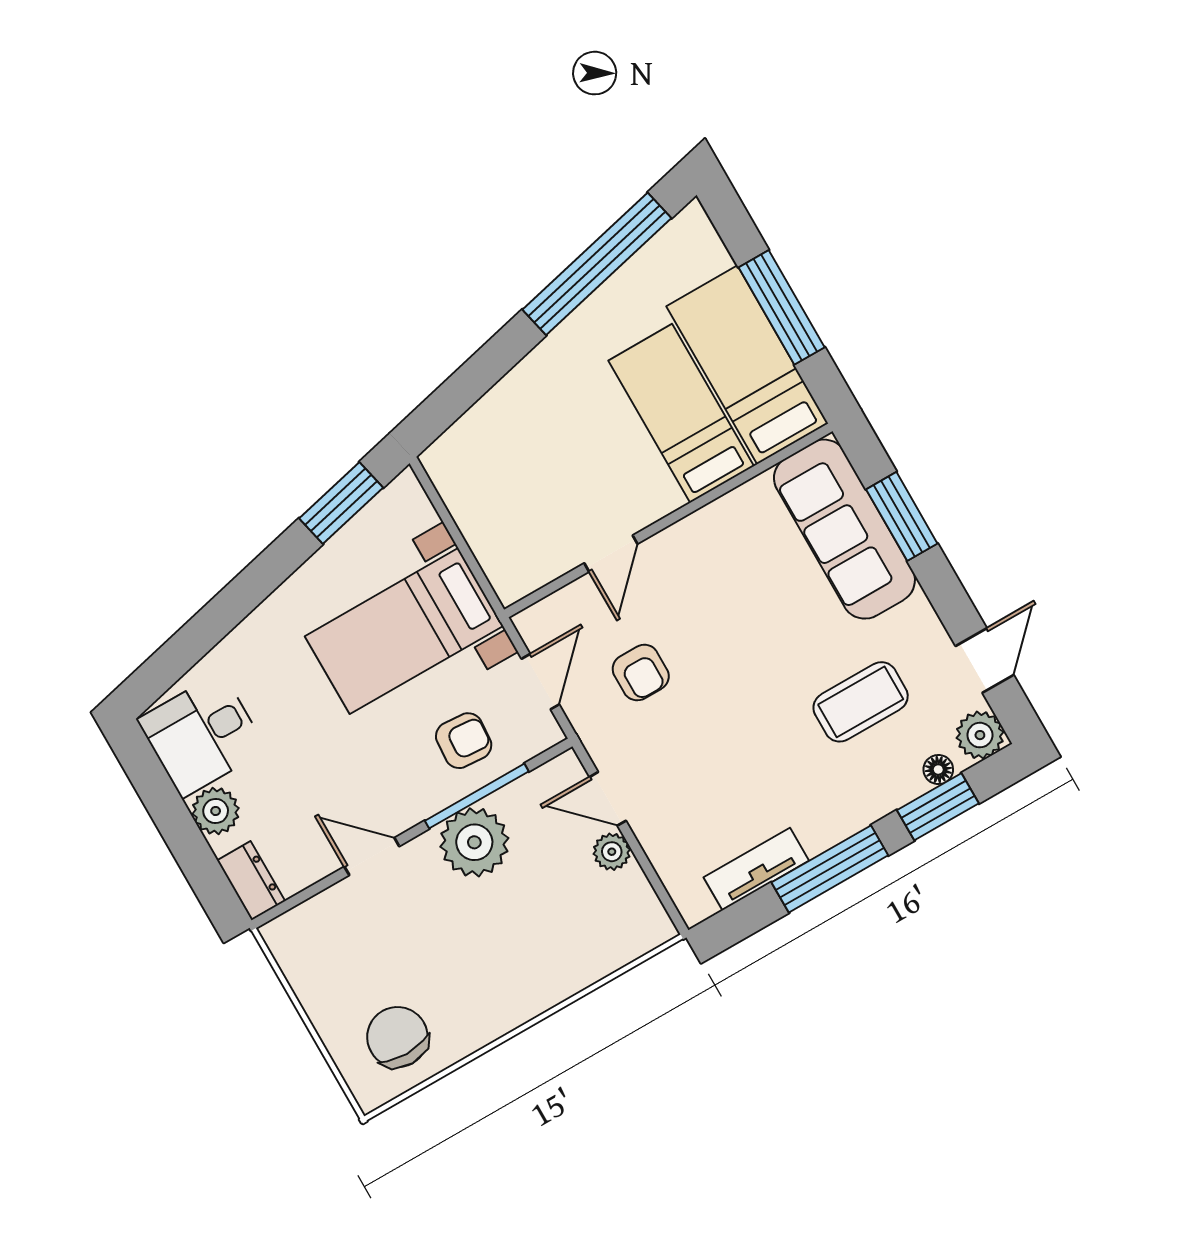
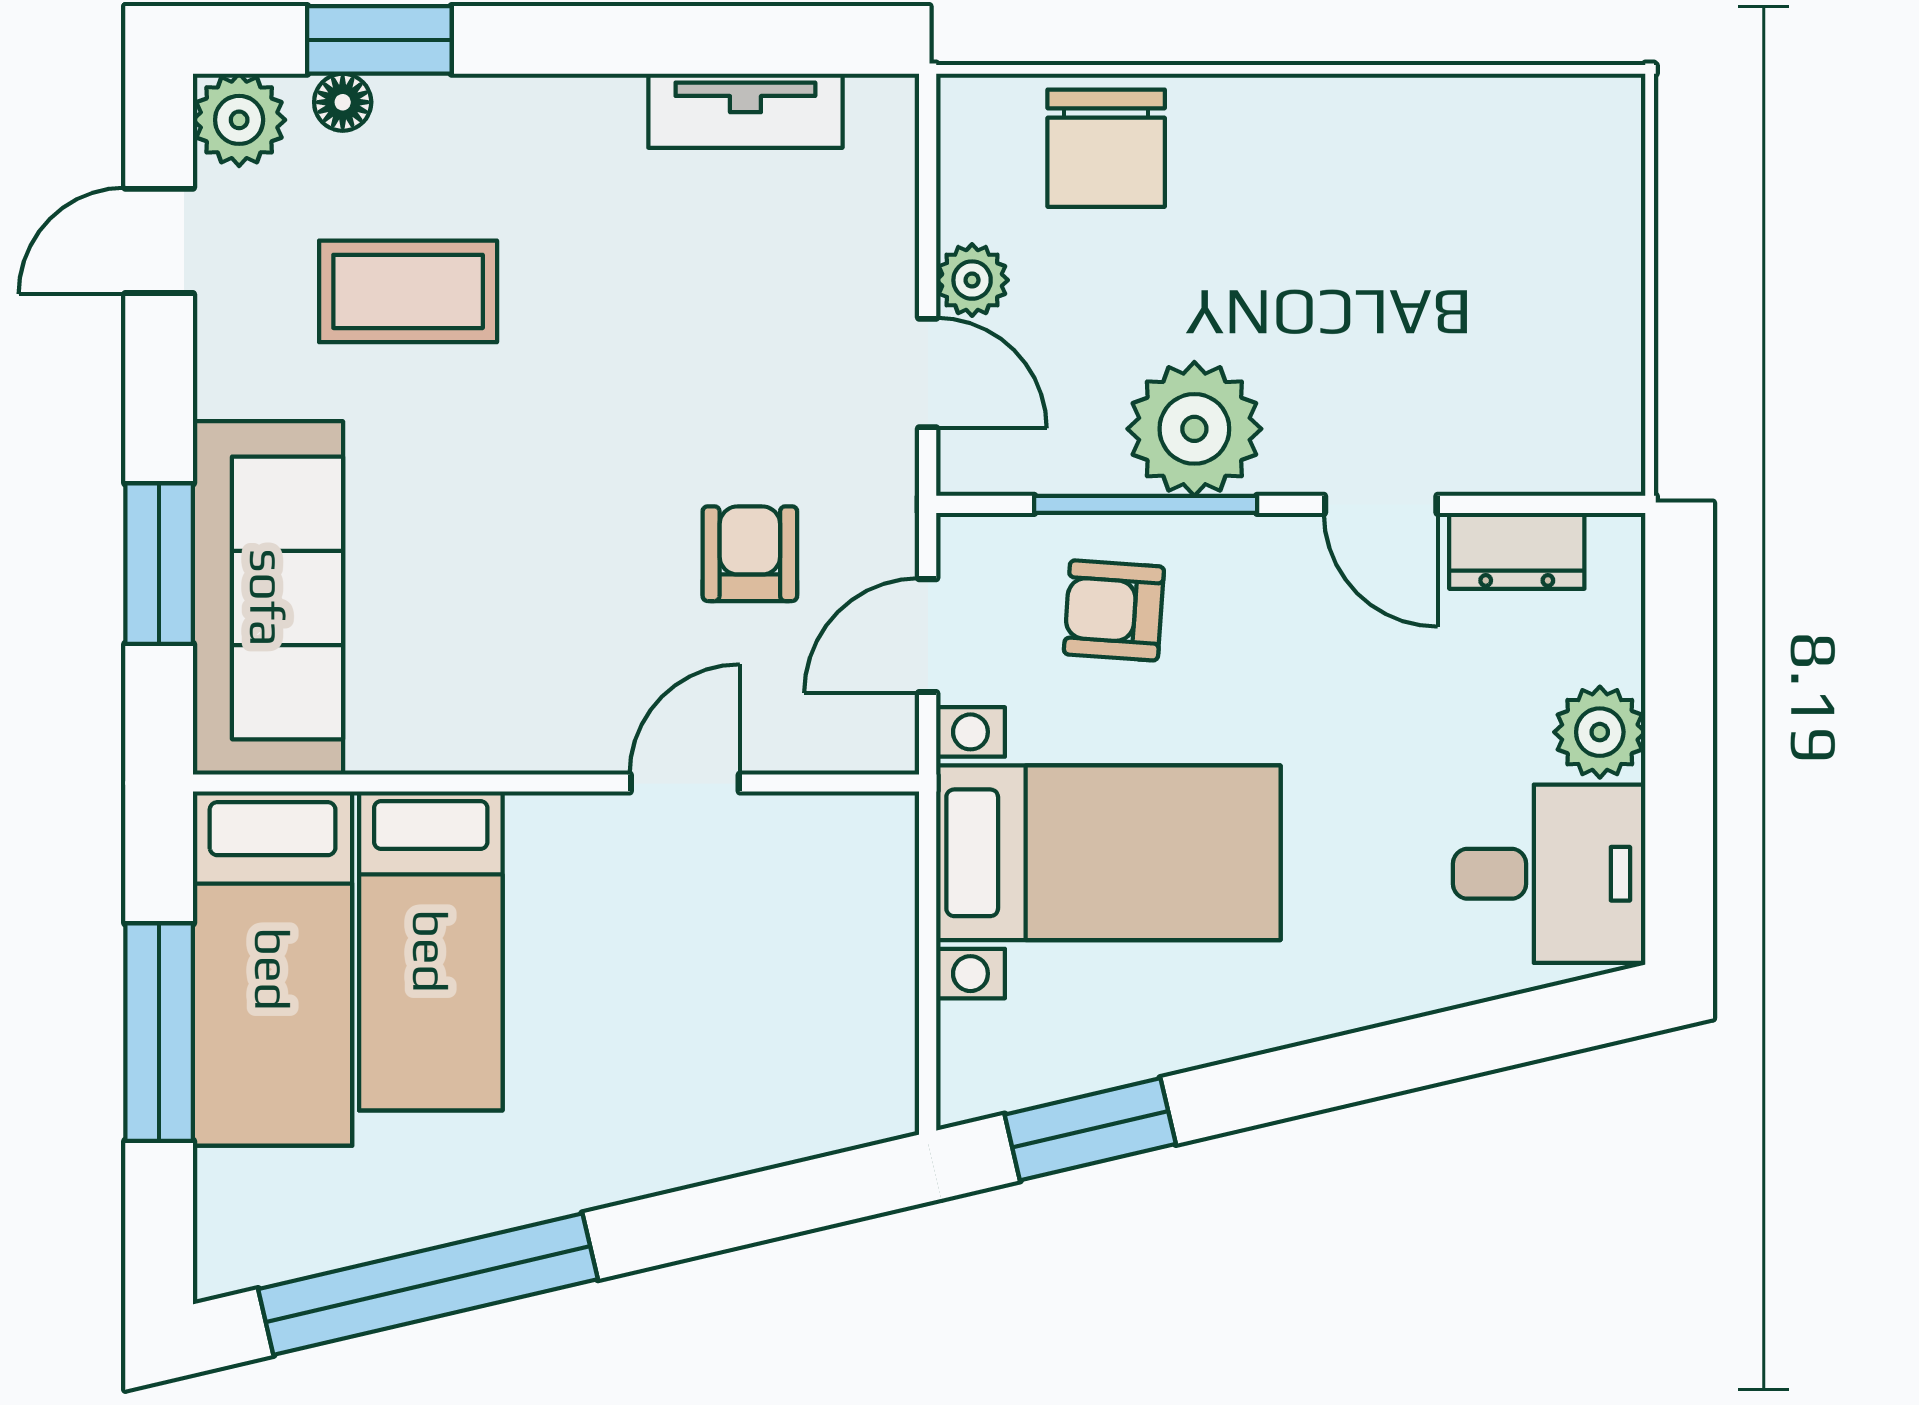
window: (830, 869) -> (622, 40), removed
dresser: (251, 881) -> (1517, 551), moved, turned -90
chair: (397, 1037) -> (1106, 148), moved

